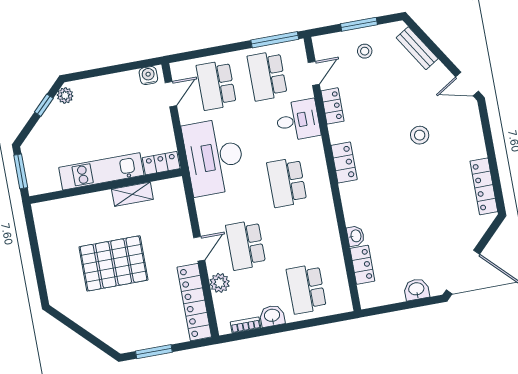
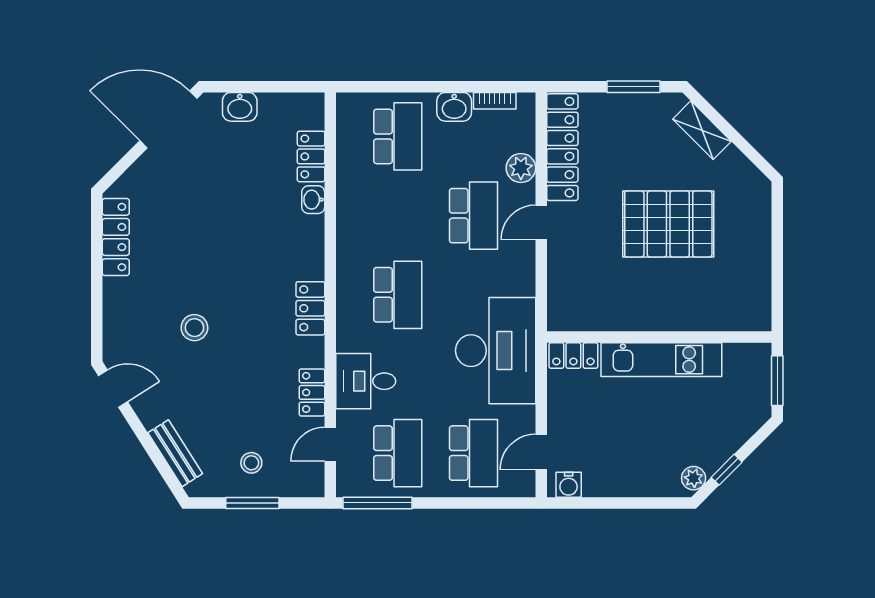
shelving: (132, 194) -> (702, 130), moved, turned 45

